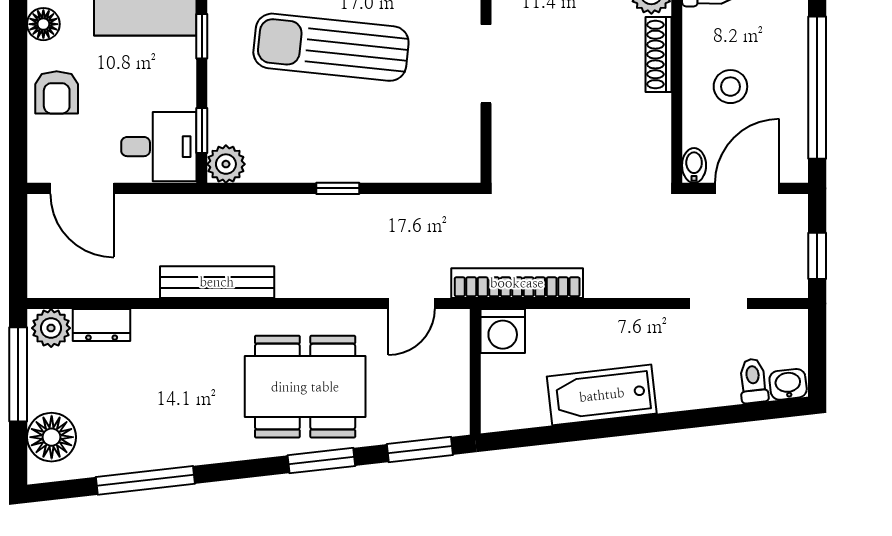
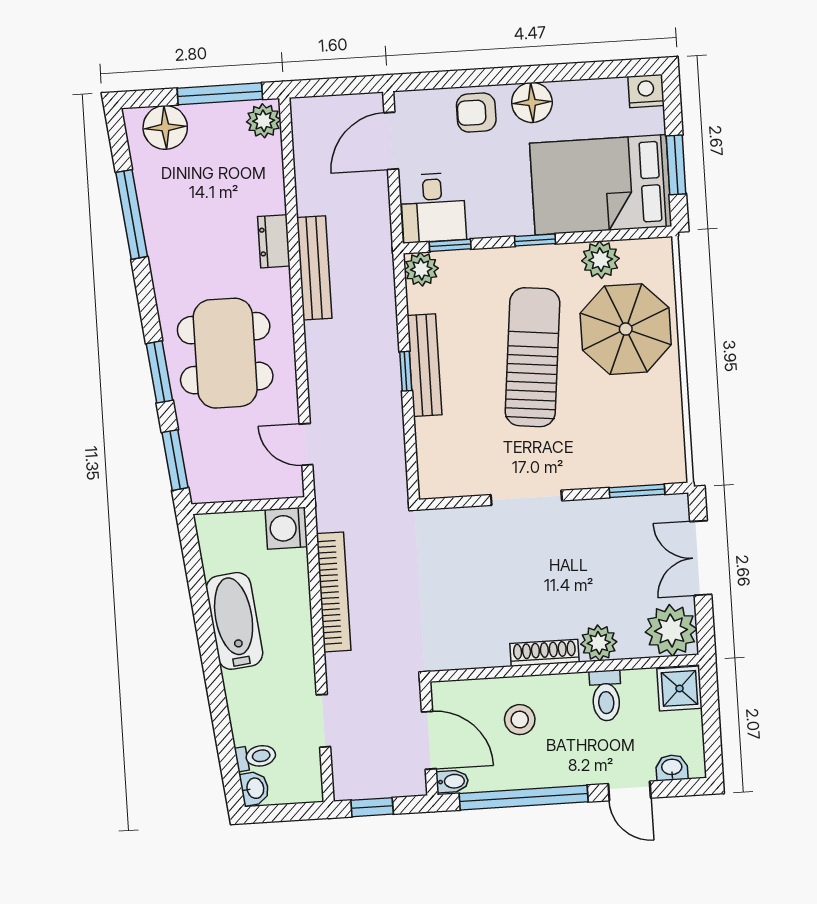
floor lamp: (43, 24) -> (532, 102), width x1.38, depth x1.38
bidet: (694, 165) -> (452, 781), moved
bench: (332, 167) -> (424, 365), added
bookcase: (517, 283) -> (334, 592), moved
dresser: (102, 325) -> (274, 241), moved

